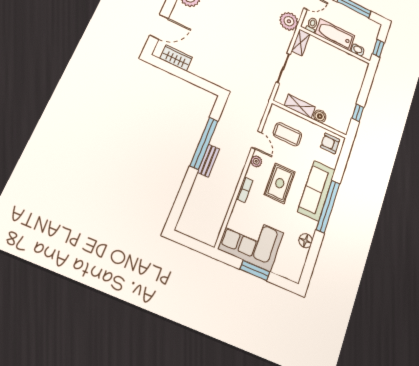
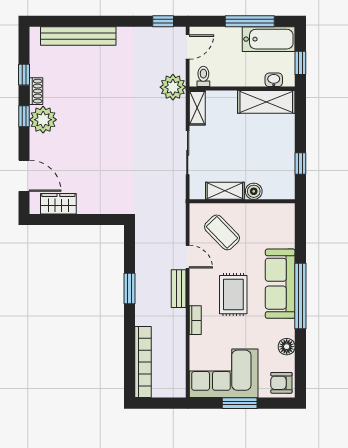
door: (159, 27) -> (24, 176), hinge flipped
bathtub: (335, 35) -> (269, 39), moved, turned 180
shelving: (348, 61) -> (266, 102), added
coffee table: (288, 134) -> (222, 232), turned 46
window: (204, 143) -> (129, 289), width x0.47
armchair: (330, 143) -> (281, 383), moved
bench: (208, 161) -> (179, 289), moved
plant: (256, 161) -> (197, 282), removed
bookcase: (192, 204) -> (143, 362), added

